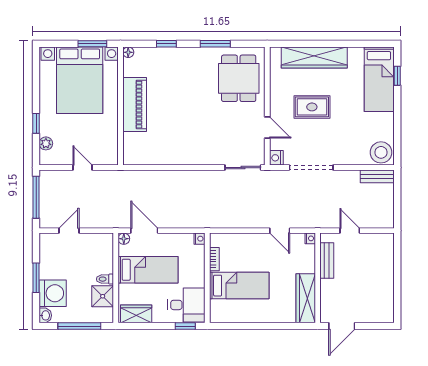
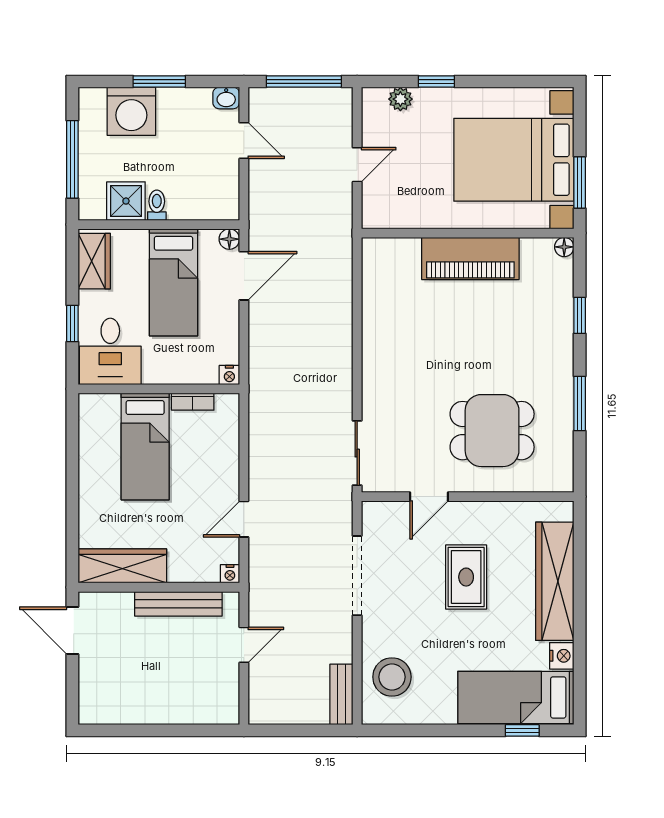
dining table: (239, 78) -> (492, 431), moved
stool: (381, 152) -> (392, 677), moved
nightstand: (276, 158) -> (562, 656), moved, turned 90
bench: (327, 261) -> (178, 604), width x1.36
washbasin: (45, 315) -> (226, 98), moved
window: (185, 326) -> (72, 323), moved

